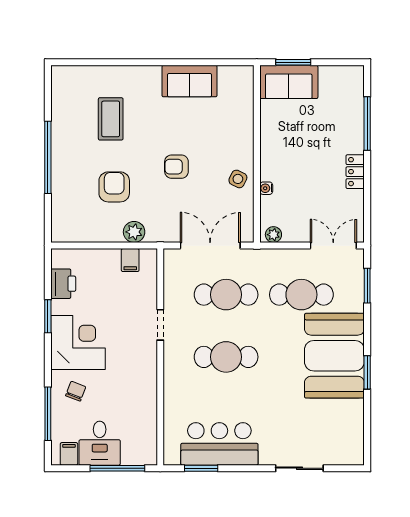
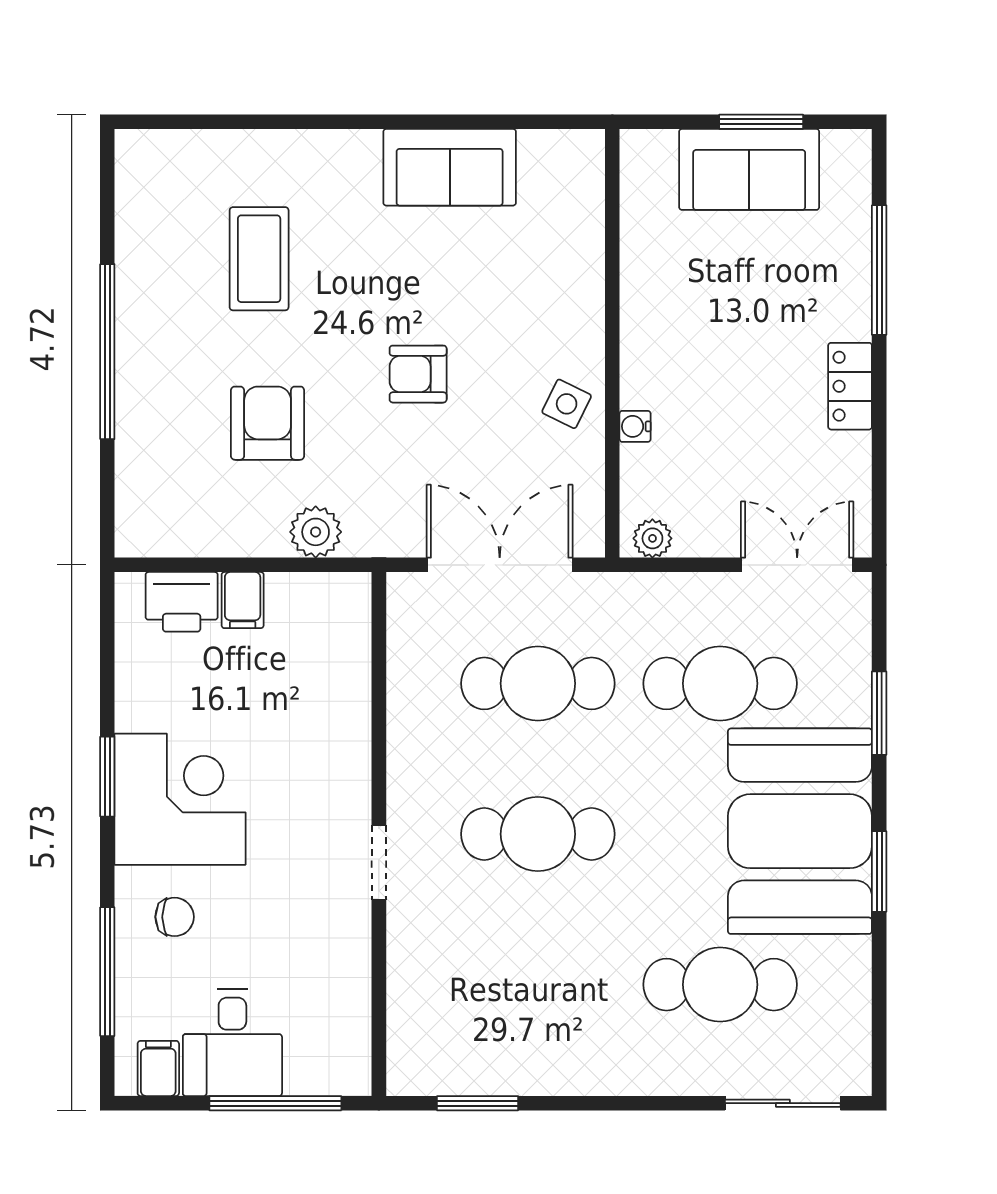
window: (293, 62) -> (761, 122), moved
sofa: (289, 82) -> (749, 169), moved
filing cabinet: (130, 260) -> (243, 600), moved
printer: (63, 284) -> (182, 602), moved, turned 90
window: (367, 286) -> (879, 713), moved
window: (48, 316) -> (107, 777), moved
doorway: (160, 325) -> (379, 862), moved
chair: (76, 391) -> (175, 917), turned 69
cafe table: (301, 419) -> (720, 985), added
bar counter: (219, 444) -> (522, 1044), removed
sliding door: (299, 468) -> (783, 1103), moved

